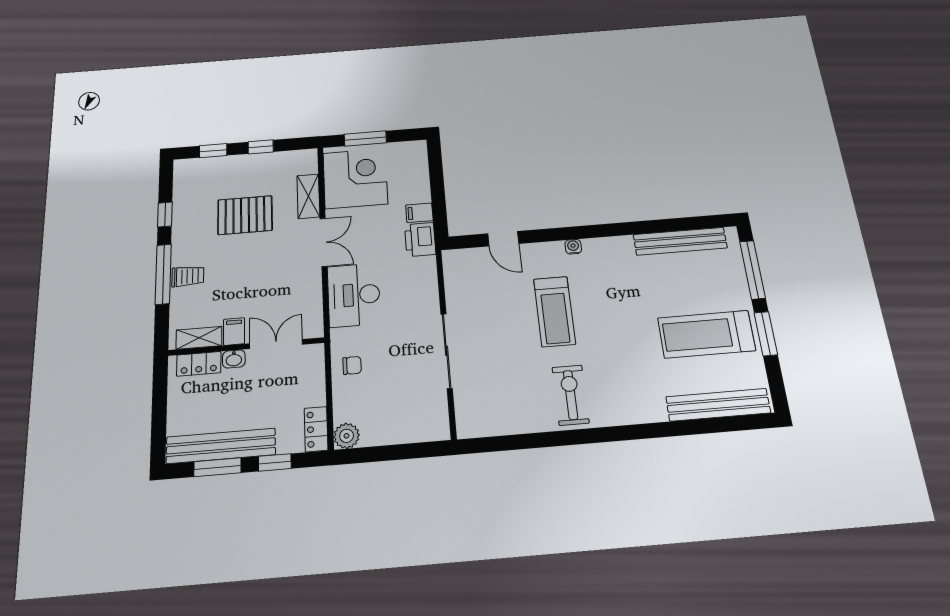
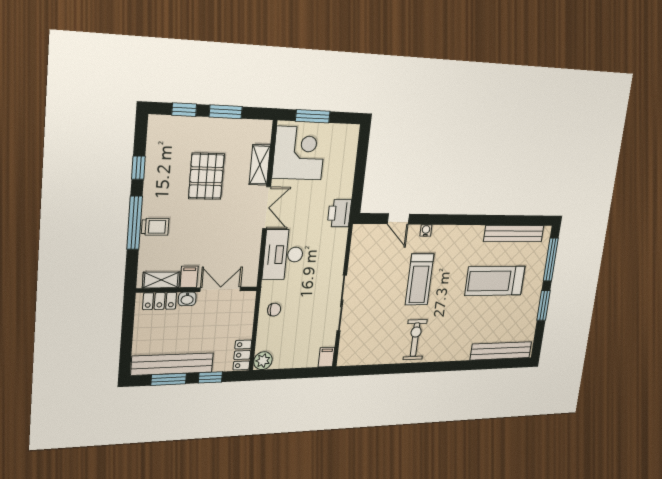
window: (261, 147) -> (226, 112), width x1.50
filing cabinet: (419, 213) -> (326, 357), moved, turned 90
pallet: (245, 215) -> (206, 176), turned 90
water cooler: (573, 247) -> (426, 230), moved
treadmill: (706, 334) -> (495, 281), moved

